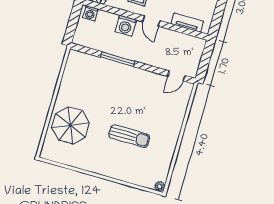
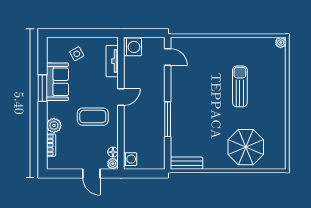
washing machine: (126, 26) -> (133, 47), moved
bench: (71, 65) -> (186, 163), added

